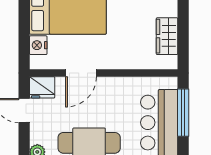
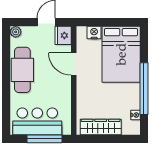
wardrobe: (167, 36) -> (101, 127), width x1.50

